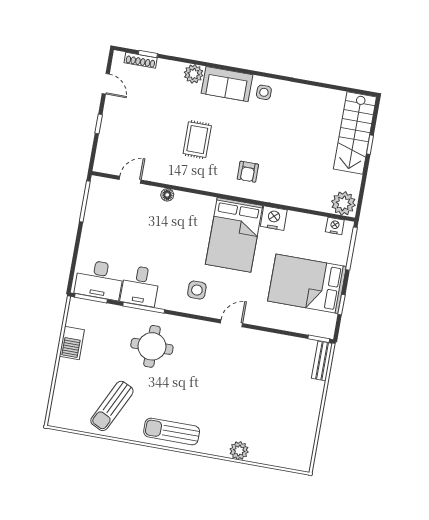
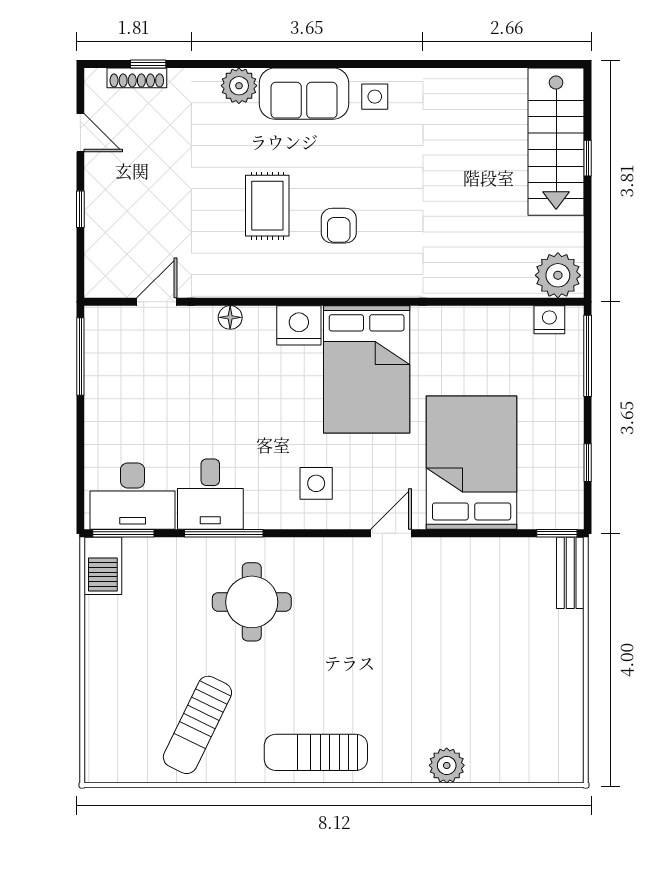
armchair: (248, 172) -> (339, 226), moved
nightstand: (274, 218) -> (299, 325), moved
bed: (307, 284) -> (472, 463), moved, turned 90
barbecue: (72, 343) -> (103, 566), moved

